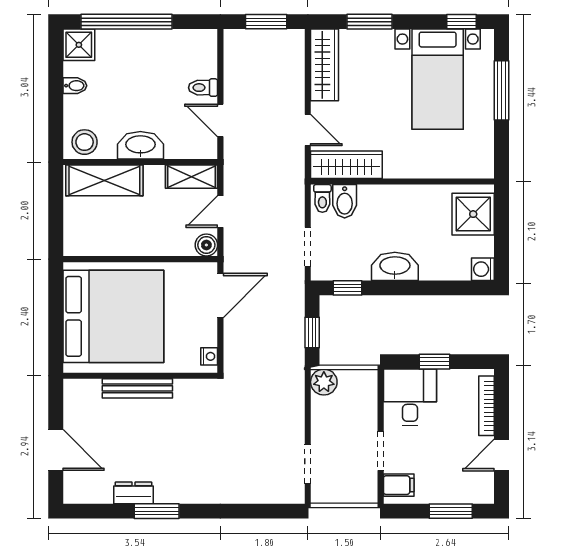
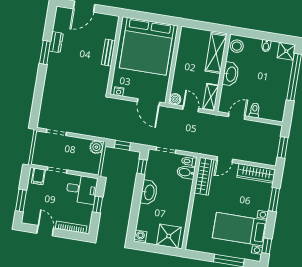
bench: (137, 388) -> (108, 53), width x0.73

